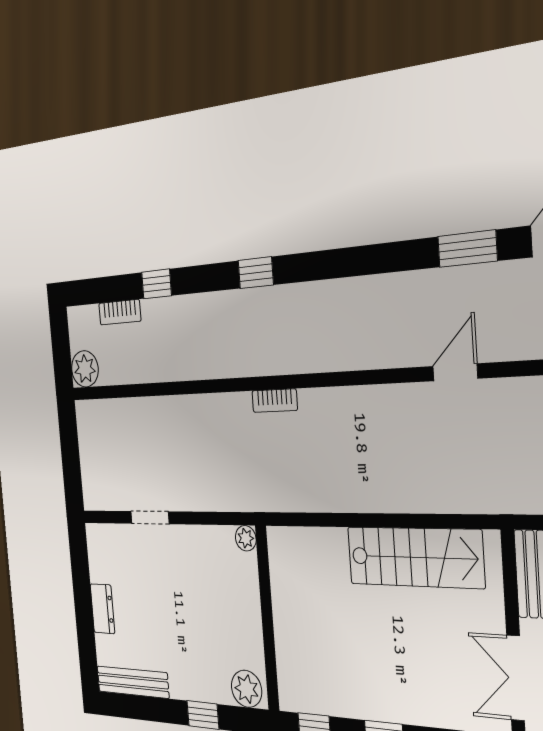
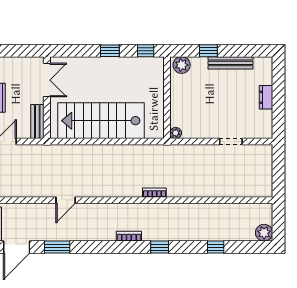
bookcase: (120, 312) -> (129, 236), moved
plant: (85, 369) -> (264, 233), moved
stairs: (415, 557) -> (101, 121), width x1.36, depth x1.51
bench: (133, 682) -> (230, 63), moved

